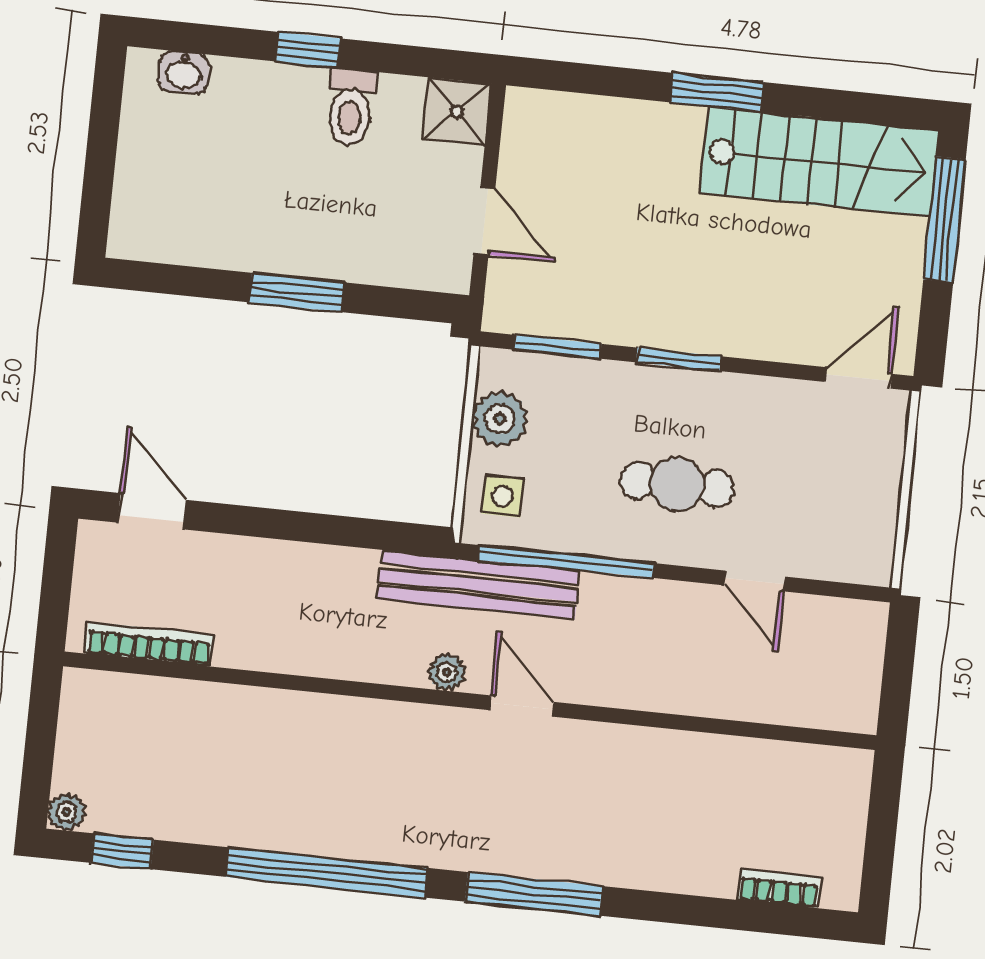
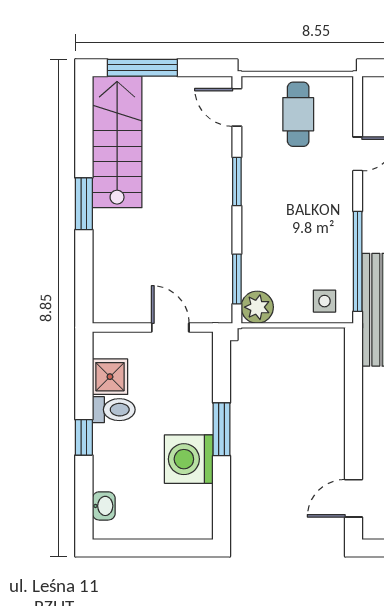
shower: (457, 112) -> (110, 377), moved
door: (484, 221) -> (170, 327), hinge flipped
washing machine: (250, 230) -> (189, 459), added
window: (679, 359) -> (237, 181), moved
plant: (500, 419) -> (257, 307), moved
cafe table: (677, 484) -> (298, 114), moved

